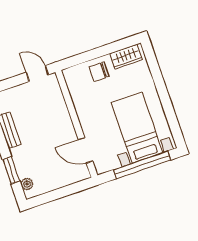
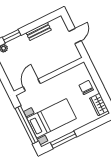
door: (37, 73) -> (75, 36), moved
window: (170, 114) -> (64, 140), added

